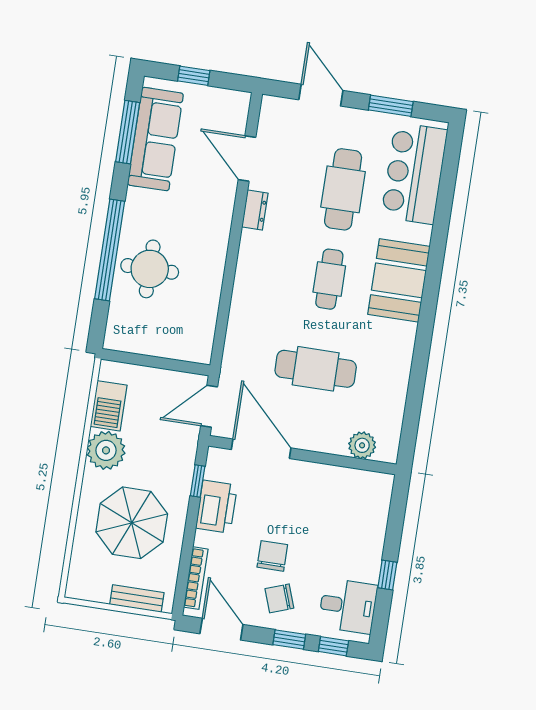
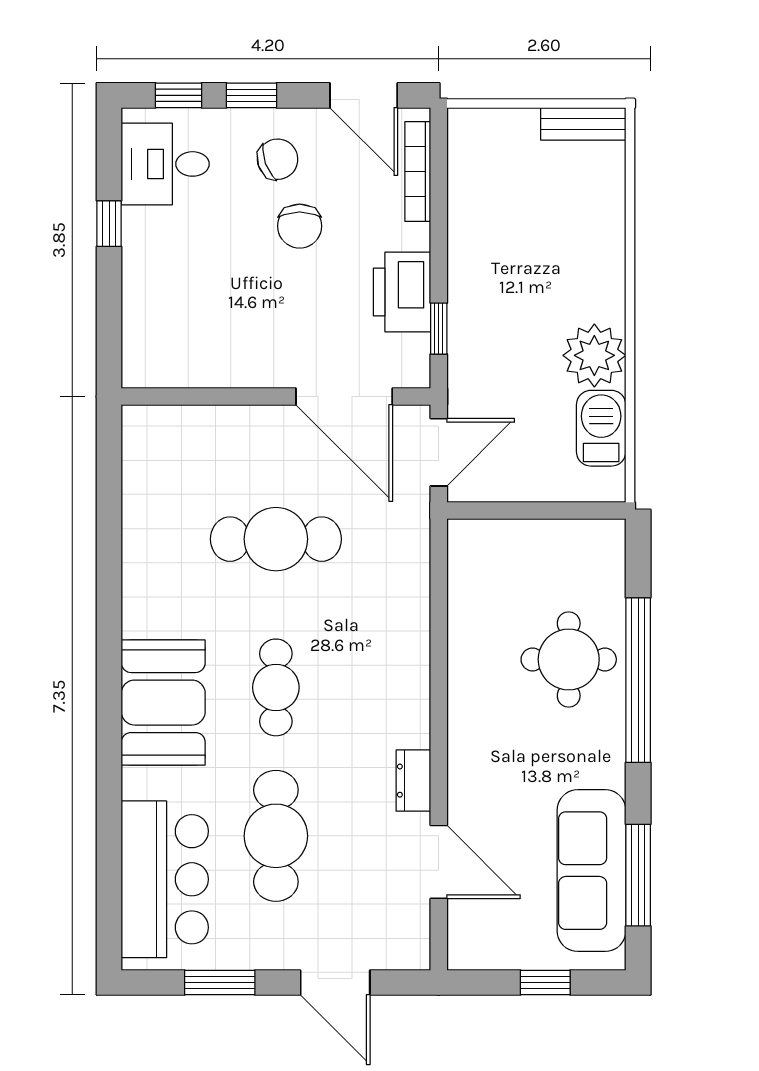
plant: (362, 445) -> (182, 427), removed
parasol: (132, 523) -> (535, 245), removed
bench: (137, 599) -> (583, 124), moved

